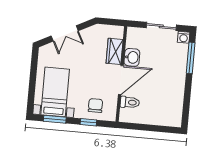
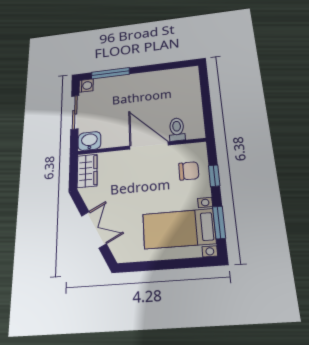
wardrobe: (115, 51) -> (87, 171), moved, turned -90
washbasin: (132, 57) -> (89, 141), moved
chair: (95, 105) -> (189, 171), turned 180

